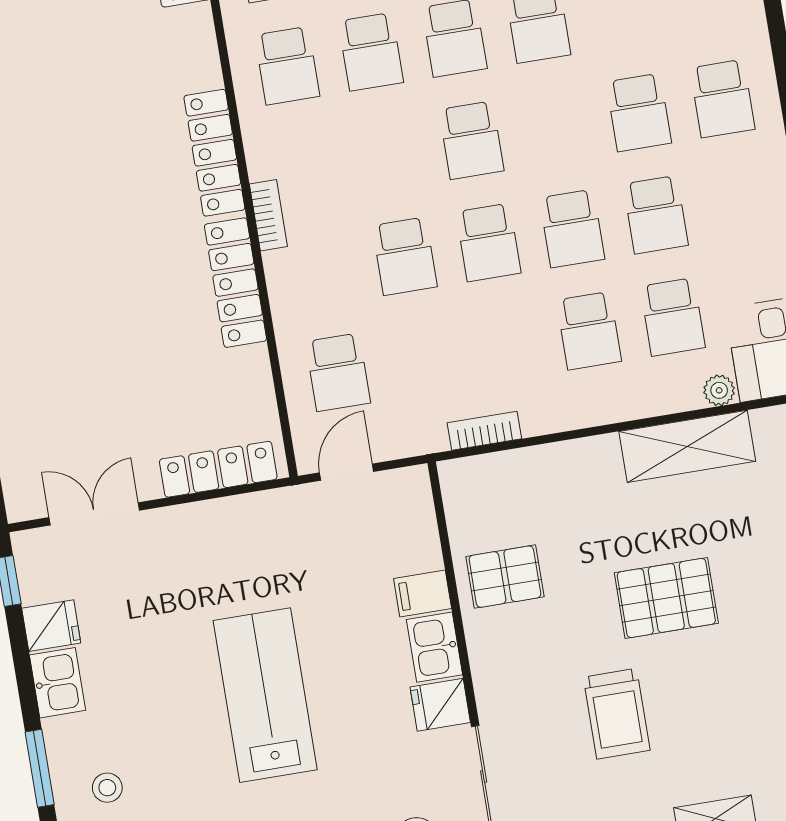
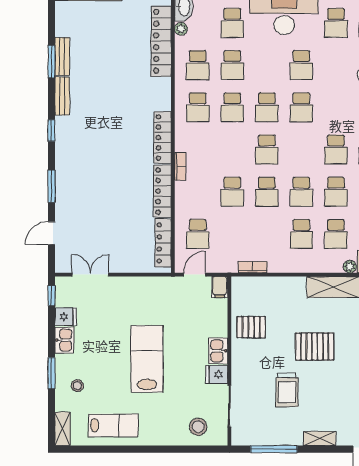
locker: (218, 469) -> (163, 243), moved, turned -90
filing cabinet: (423, 593) -> (220, 287), moved, turned -90

